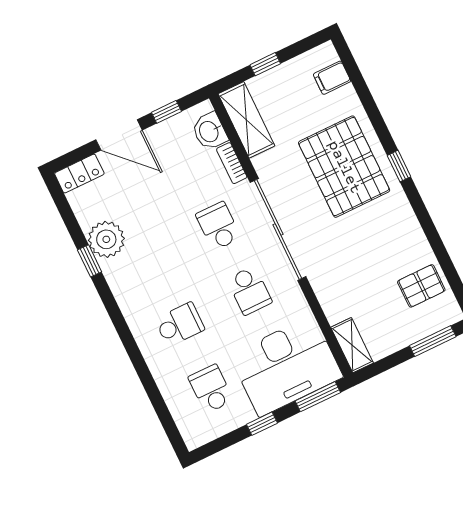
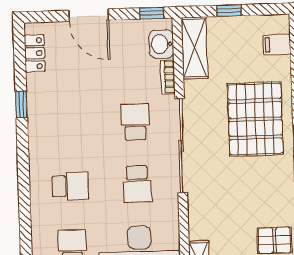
window: (166, 112) -> (152, 13), moved
locker: (79, 174) -> (35, 53), moved, turned -90
plant: (106, 239) -> (42, 93), removed

